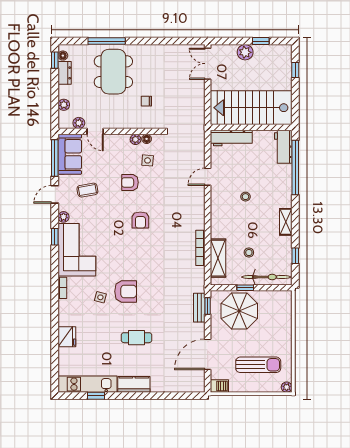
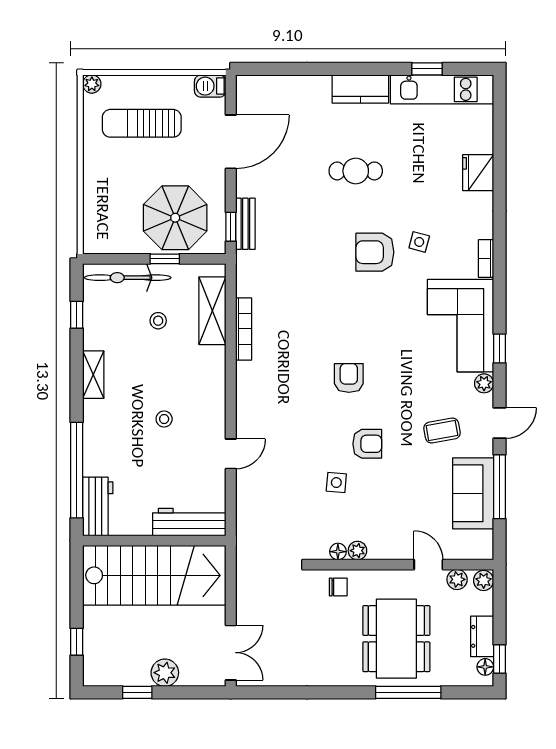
plant: (79, 123) -> (457, 579), moved
door: (95, 131) -> (428, 565), moved
wall: (110, 131) -> (403, 565), moved
plant: (136, 139) -> (357, 551), moved
floor lamp: (147, 139) -> (338, 552), moved

